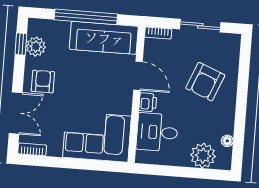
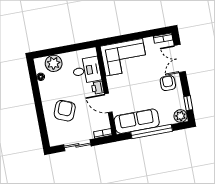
plant: (36, 47) -> (181, 116), moved
armchair: (43, 82) -> (168, 83), turned 180

